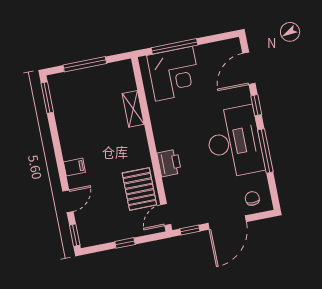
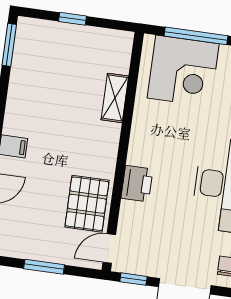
window: (85, 64) -> (73, 19), width x0.46
window: (125, 243) -> (44, 267), width x1.50

